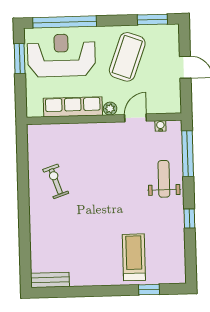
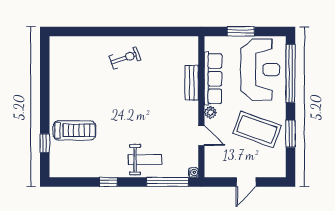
window: (152, 19) -> (290, 134), moved
window: (20, 59) -> (241, 31), moved
water cooler: (160, 126) -> (193, 172), moved
exercise bike: (56, 181) -> (125, 58), moved
bench: (50, 280) -> (192, 83), moved

